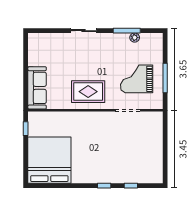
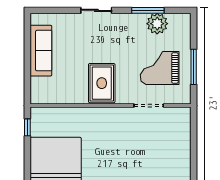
plant: (135, 38) -> (157, 24), width x1.88, depth x1.88
sofa: (37, 88) -> (41, 51), moved
rug: (88, 92) -> (102, 83), turned 90

